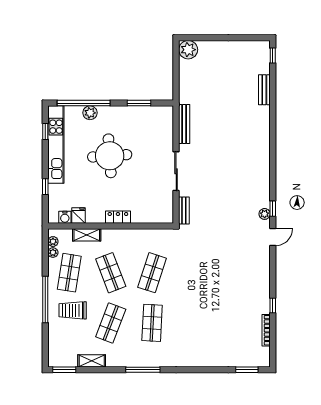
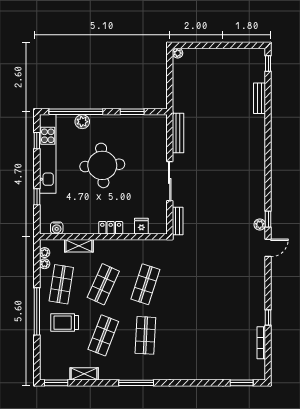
plant: (188, 50) -> (178, 53), width x0.53, depth x0.53
fridge: (79, 215) -> (141, 226), moved
shop shelf: (111, 273) -> (103, 284), turned 45

